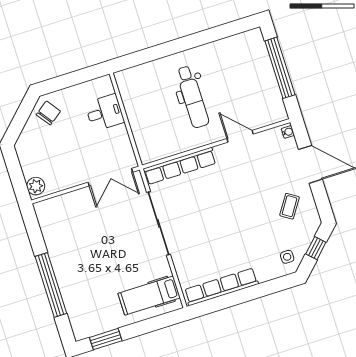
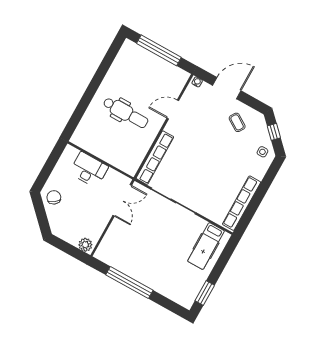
desk: (105, 113) -> (89, 170), width x1.37
window: (51, 285) -> (129, 283), moved

